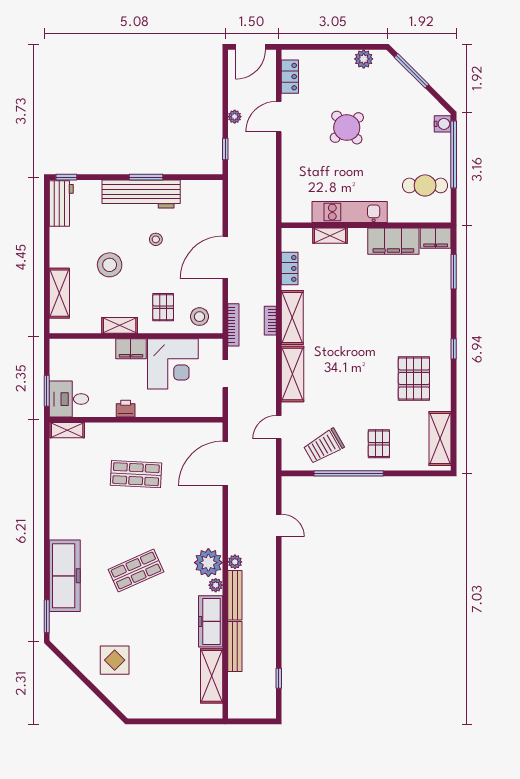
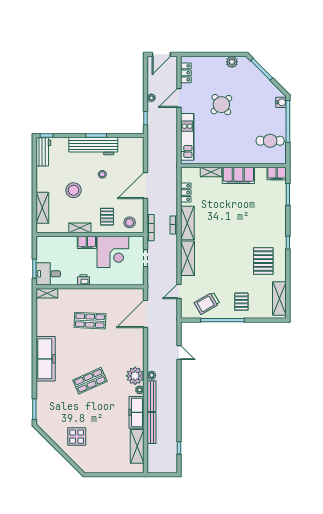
kitchen unit: (350, 212) -> (187, 137), moved, turned 90
filing cabinet: (393, 241) -> (238, 175), moved
freezer: (65, 576) -> (46, 359), moved

